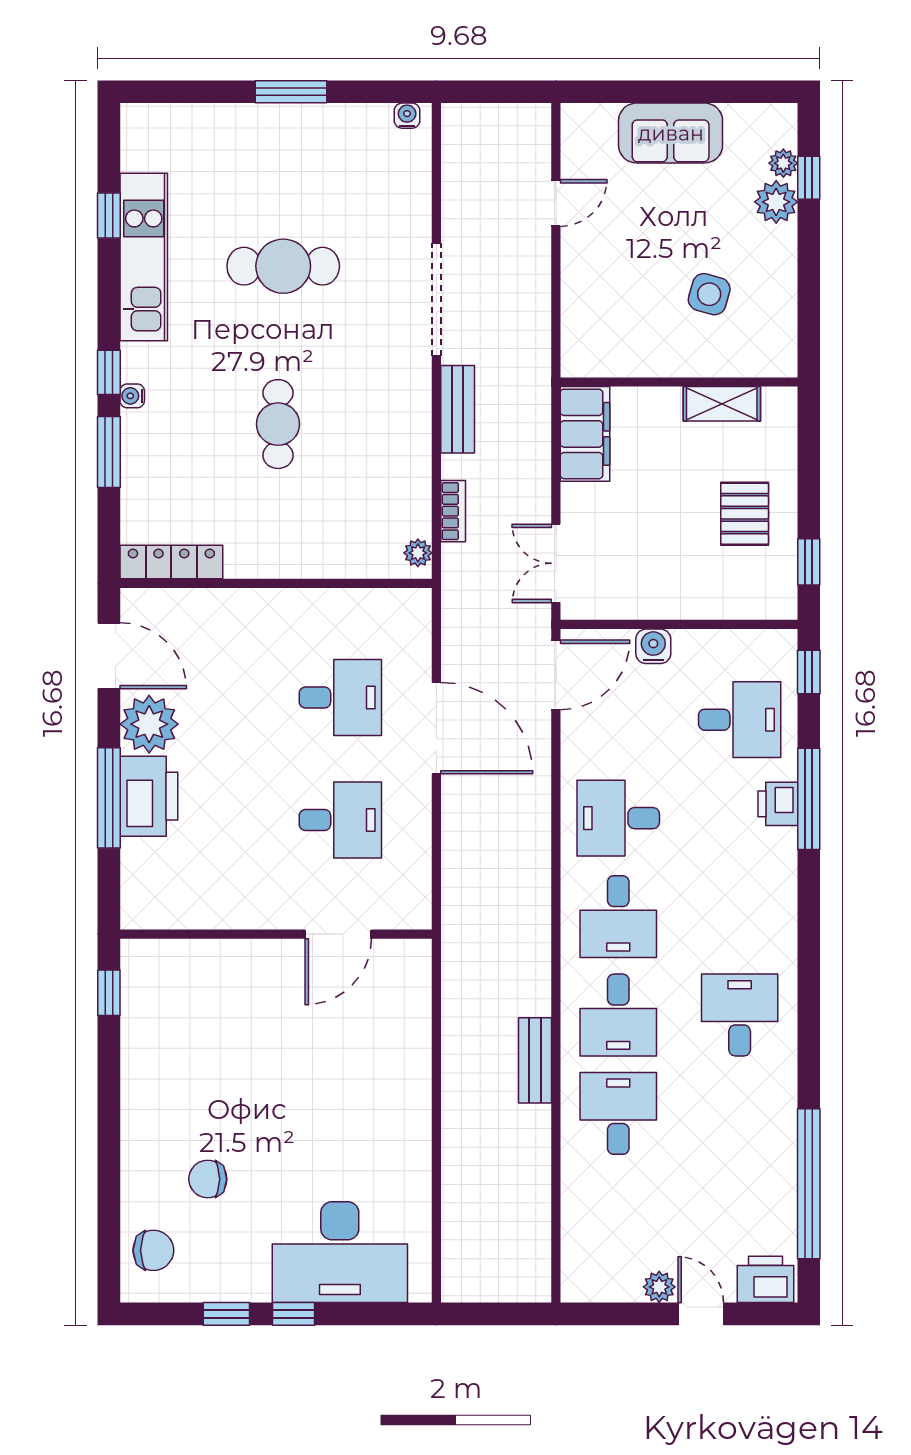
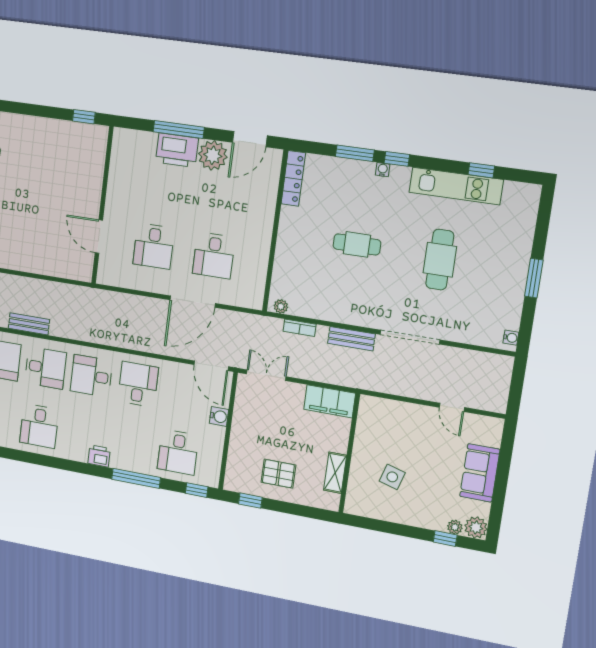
plant: (776, 202) -> (476, 527), moved
printer: (778, 804) -> (99, 456), moved
desk: (618, 1015) -> (46, 368), turned 180
desk: (740, 1015) -> (39, 426), turned 90

